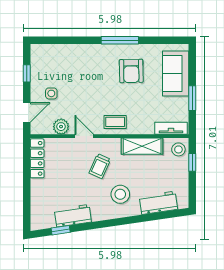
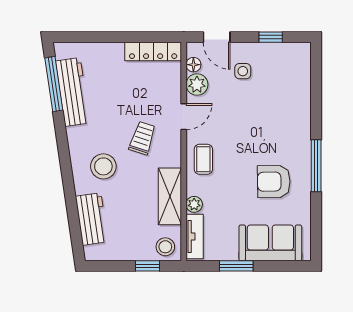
floor lamp: (47, 129) -> (193, 65), added
plant: (148, 129) -> (194, 204), added
trolley: (100, 166) -> (142, 138), turned 84
workbench: (73, 216) -> (73, 92), width x1.37
window: (61, 230) -> (54, 84), width x2.17

